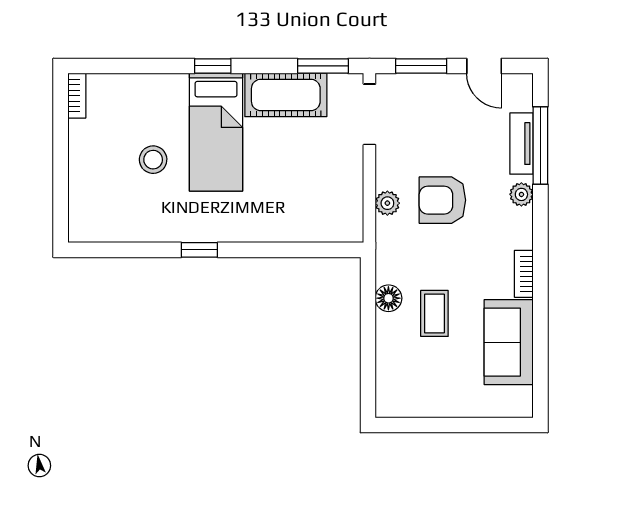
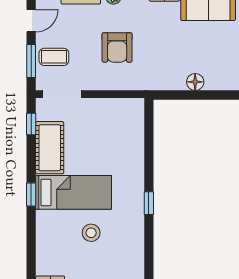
window: (323, 66) -> (31, 124), width x0.67
plant: (387, 203) -> (119, 83), removed
floor lamp: (388, 298) -> (195, 82), moved
coffee table: (434, 313) -> (54, 57), moved

